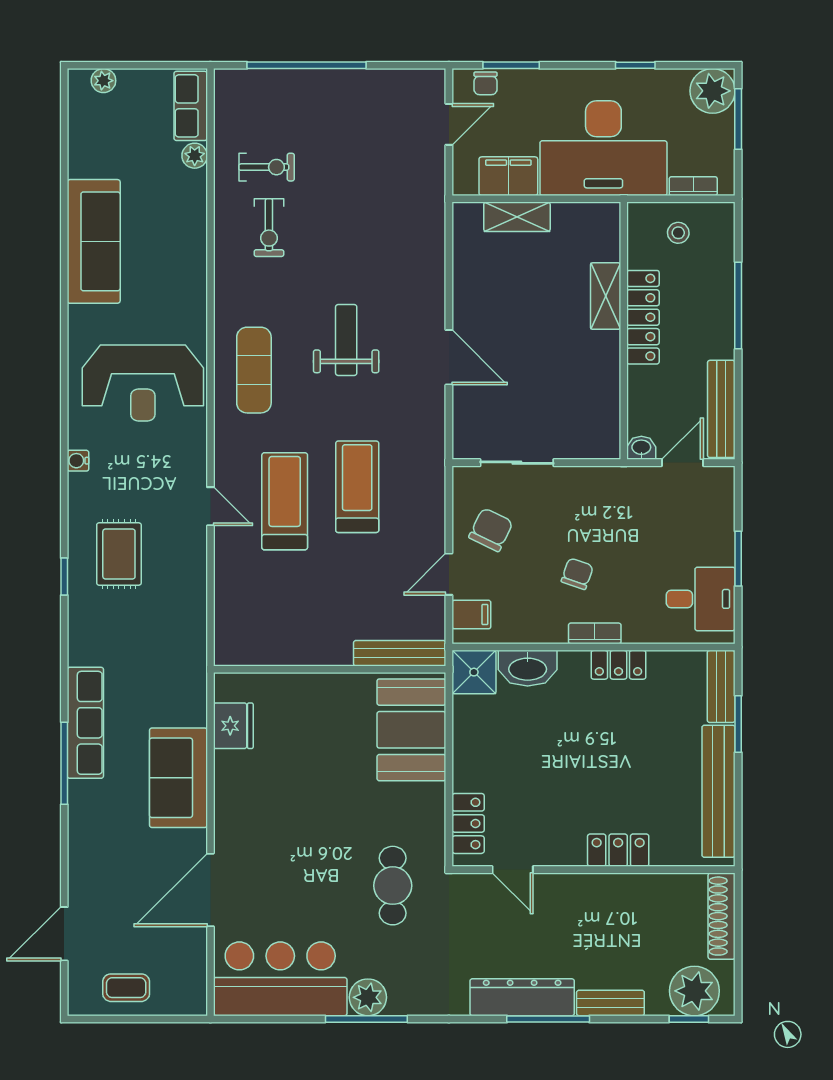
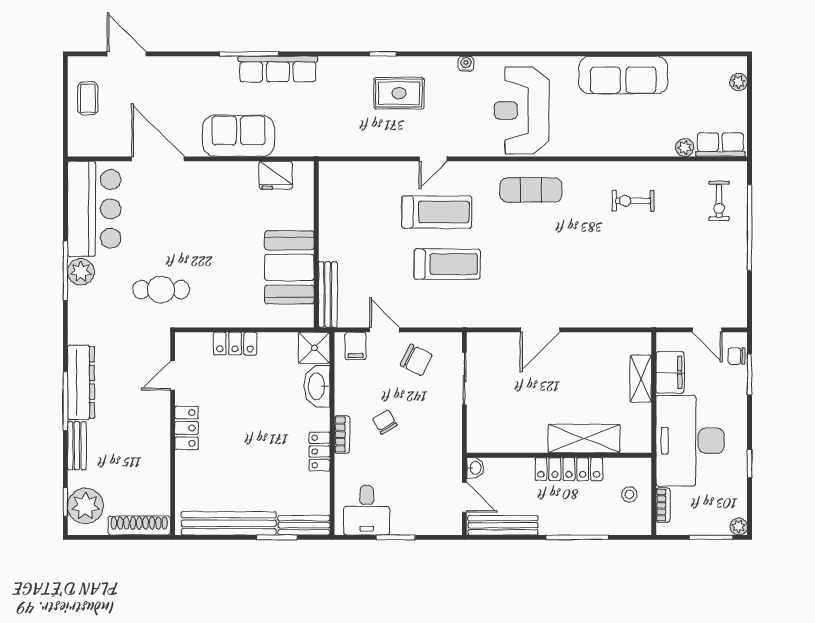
plant: (713, 91) -> (739, 526), width x0.53, depth x0.53
exercise bike: (267, 167) -> (719, 201), moved
shelving: (606, 296) -> (584, 439), width x1.50, depth x1.33
weight bench: (346, 340) -> (552, 256), removed
chair: (577, 574) -> (385, 422), turned -140
booth: (411, 730) -> (289, 267), moved, turned 90
locker: (468, 823) -> (235, 344), moved
locker: (618, 850) -> (187, 428), moved

